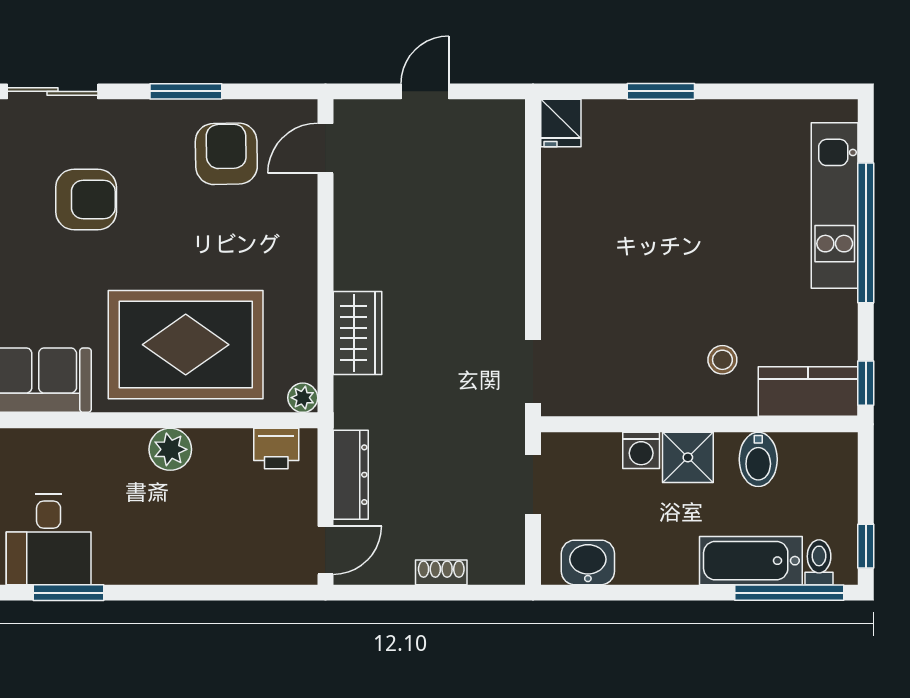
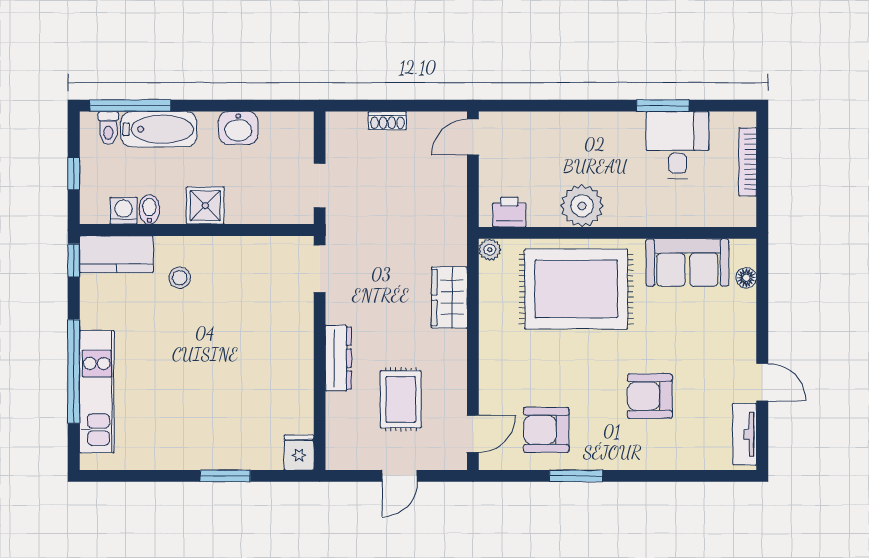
sliding door: (53, 91) -> (675, 476), removed
armchair: (226, 154) -> (546, 430), turned 91
rug: (423, 195) -> (401, 399), added
plant: (170, 449) -> (582, 206), width x1.36, depth x1.36
washing machine: (641, 450) -> (123, 211), moved
bidet: (758, 459) -> (149, 209), width x0.72, depth x0.74
dresser: (351, 475) -> (338, 358), moved, turned 180
window: (866, 546) -> (74, 174), moved
washbasin: (588, 562) -> (238, 128), moved

